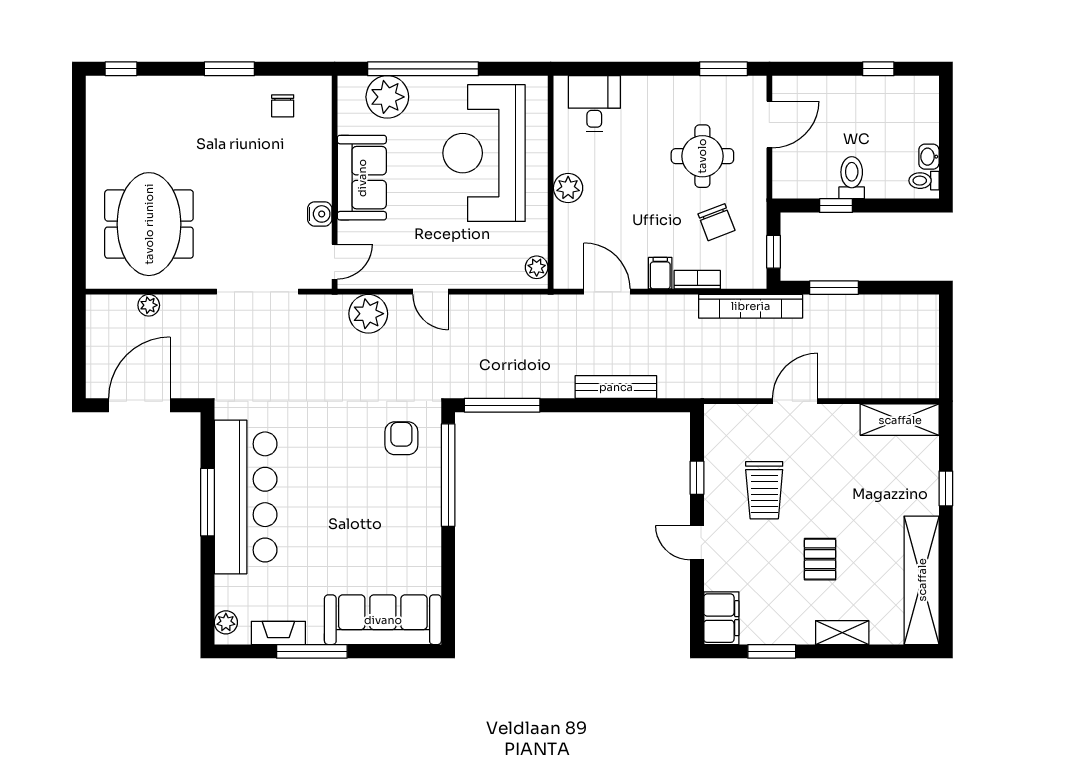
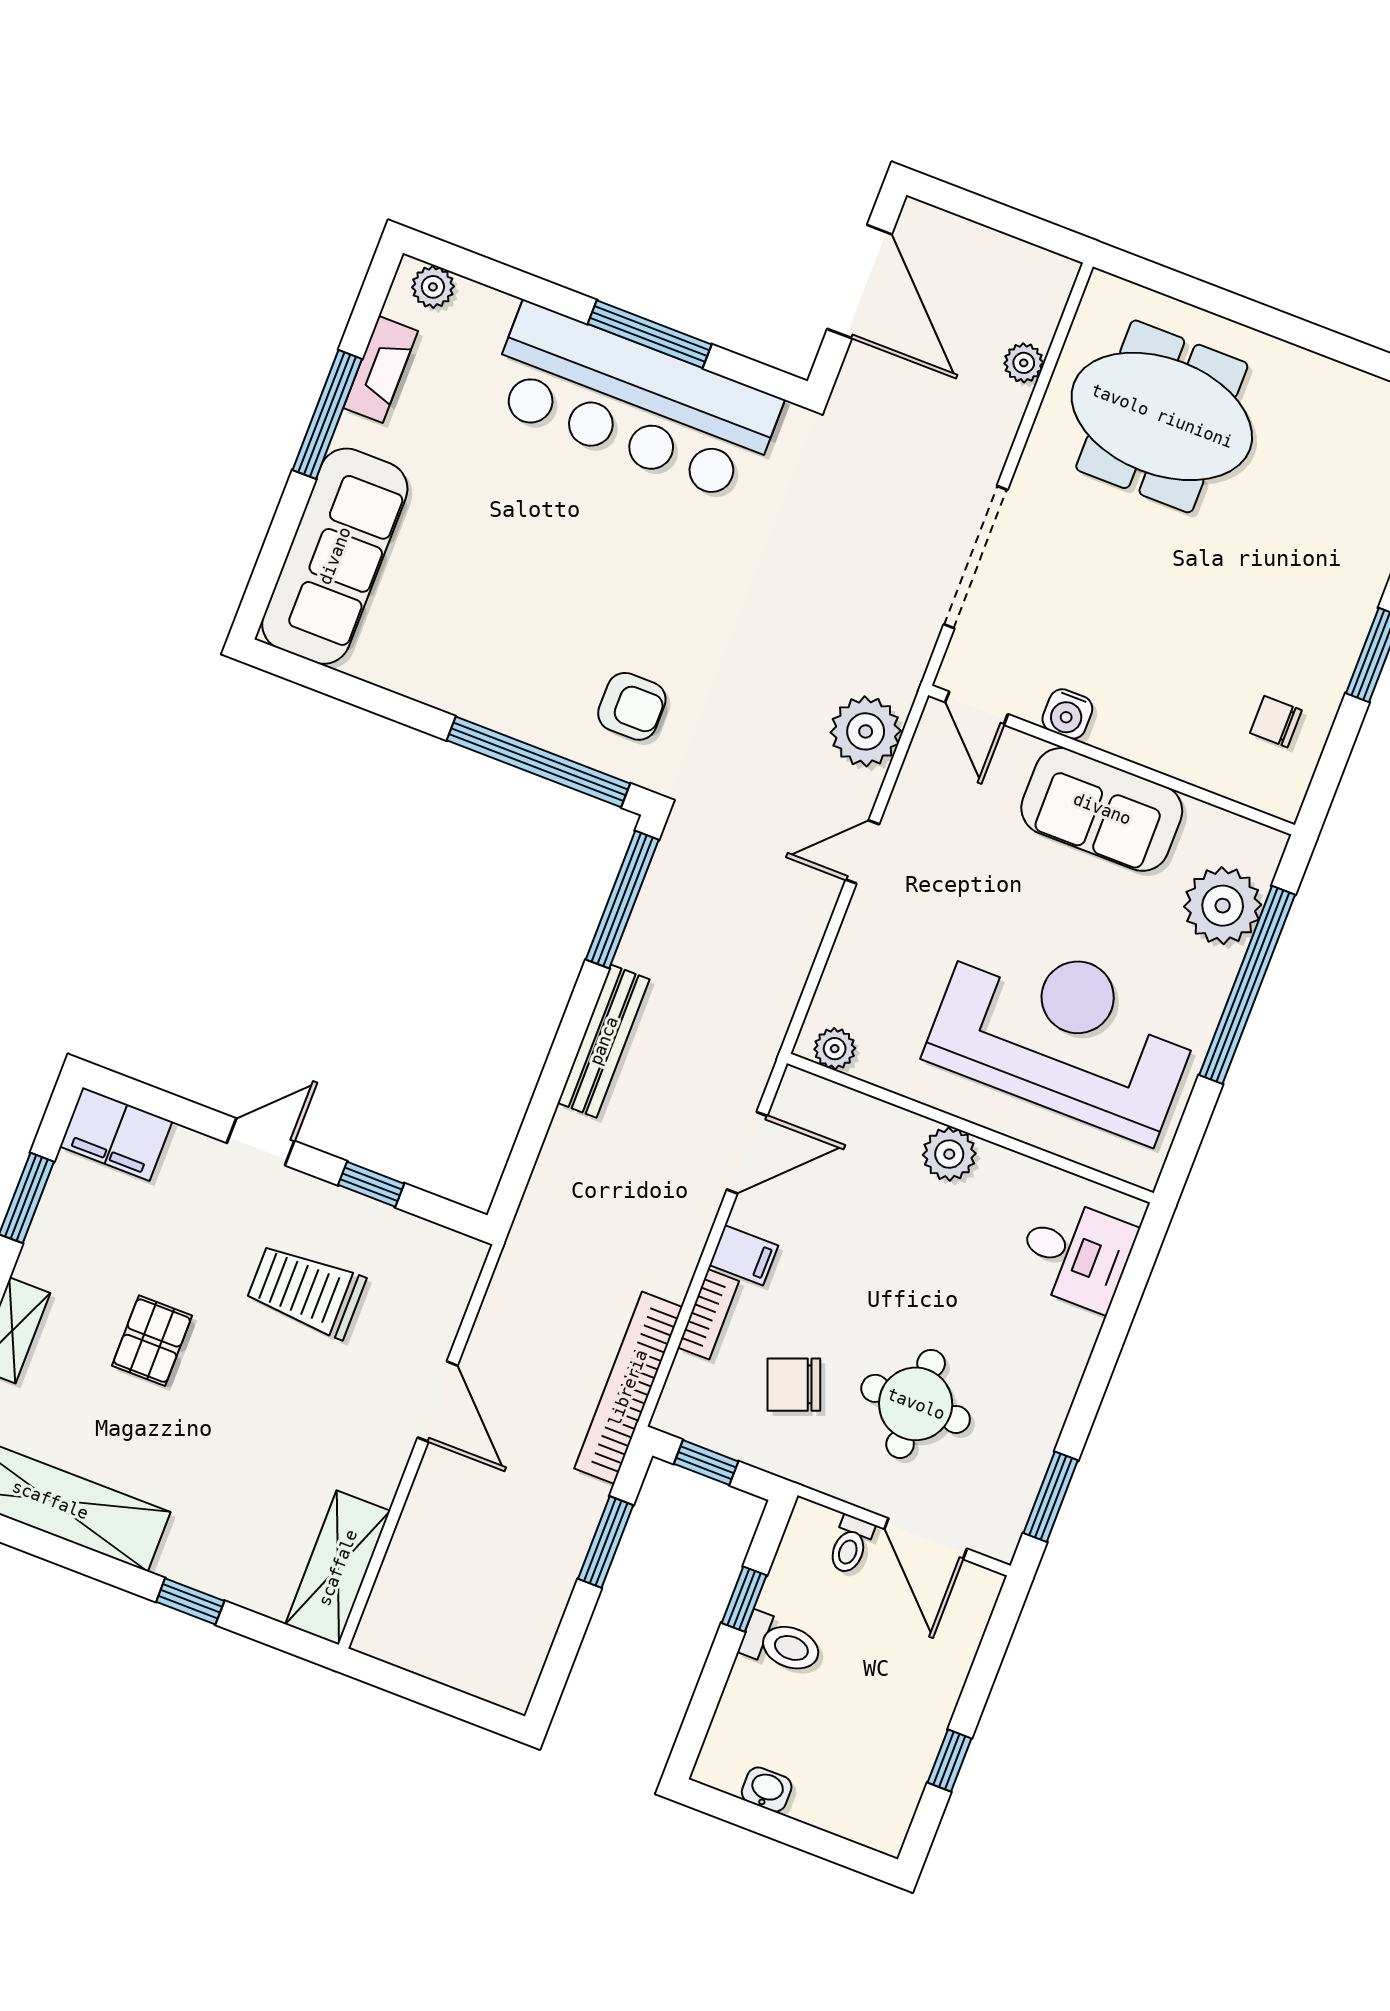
toilet: (924, 181) -> (850, 1545), moved, turned 180
bench: (616, 387) -> (604, 1041), moved
pallet: (820, 559) -> (152, 1341), turned 90

